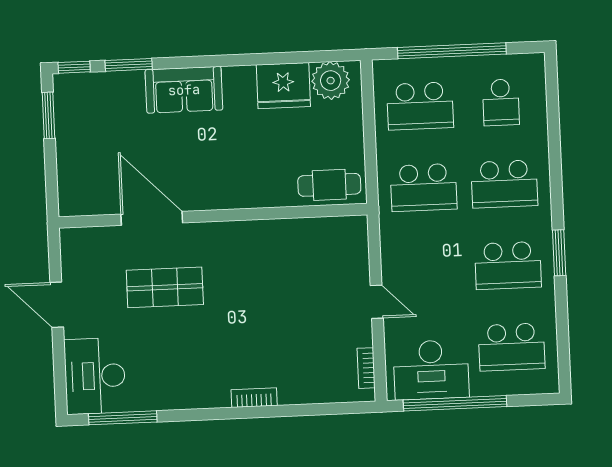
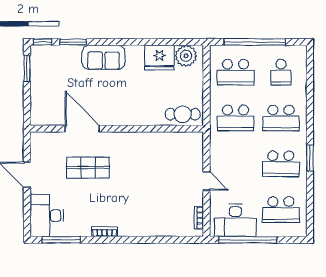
bookcase: (254, 398) -> (105, 232), moved

